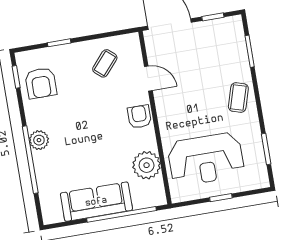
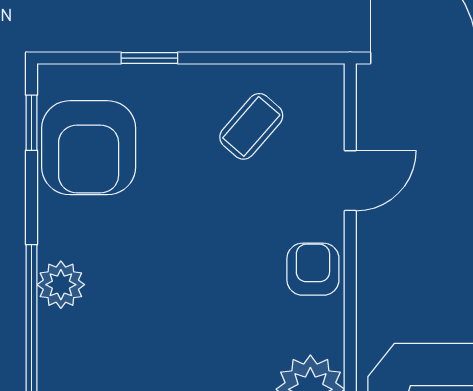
door: (148, 79) -> (350, 181), hinge flipped
armchair: (41, 83) -> (89, 148), width x1.36, depth x1.36

